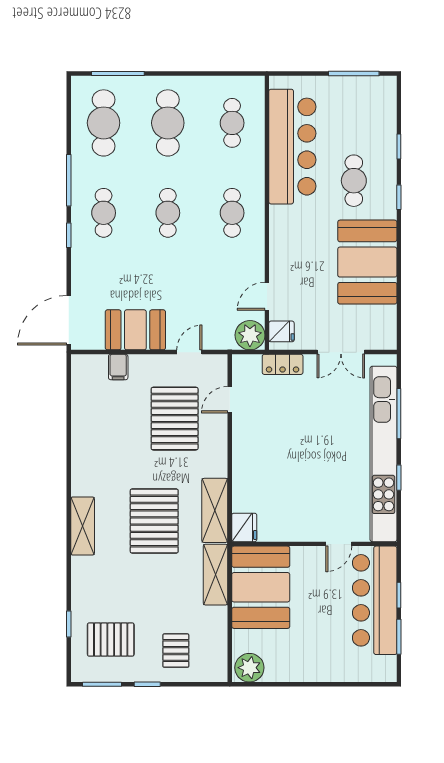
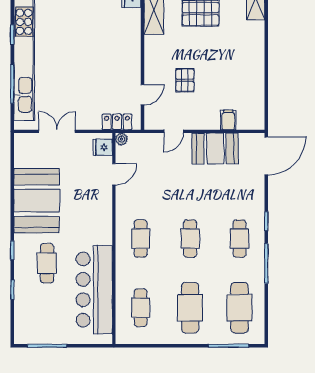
plant: (250, 335) -> (122, 139), width x0.53, depth x0.53
locker: (283, 364) -> (117, 122), moved
pallet: (175, 419) -> (185, 80), width x0.49, depth x0.50

